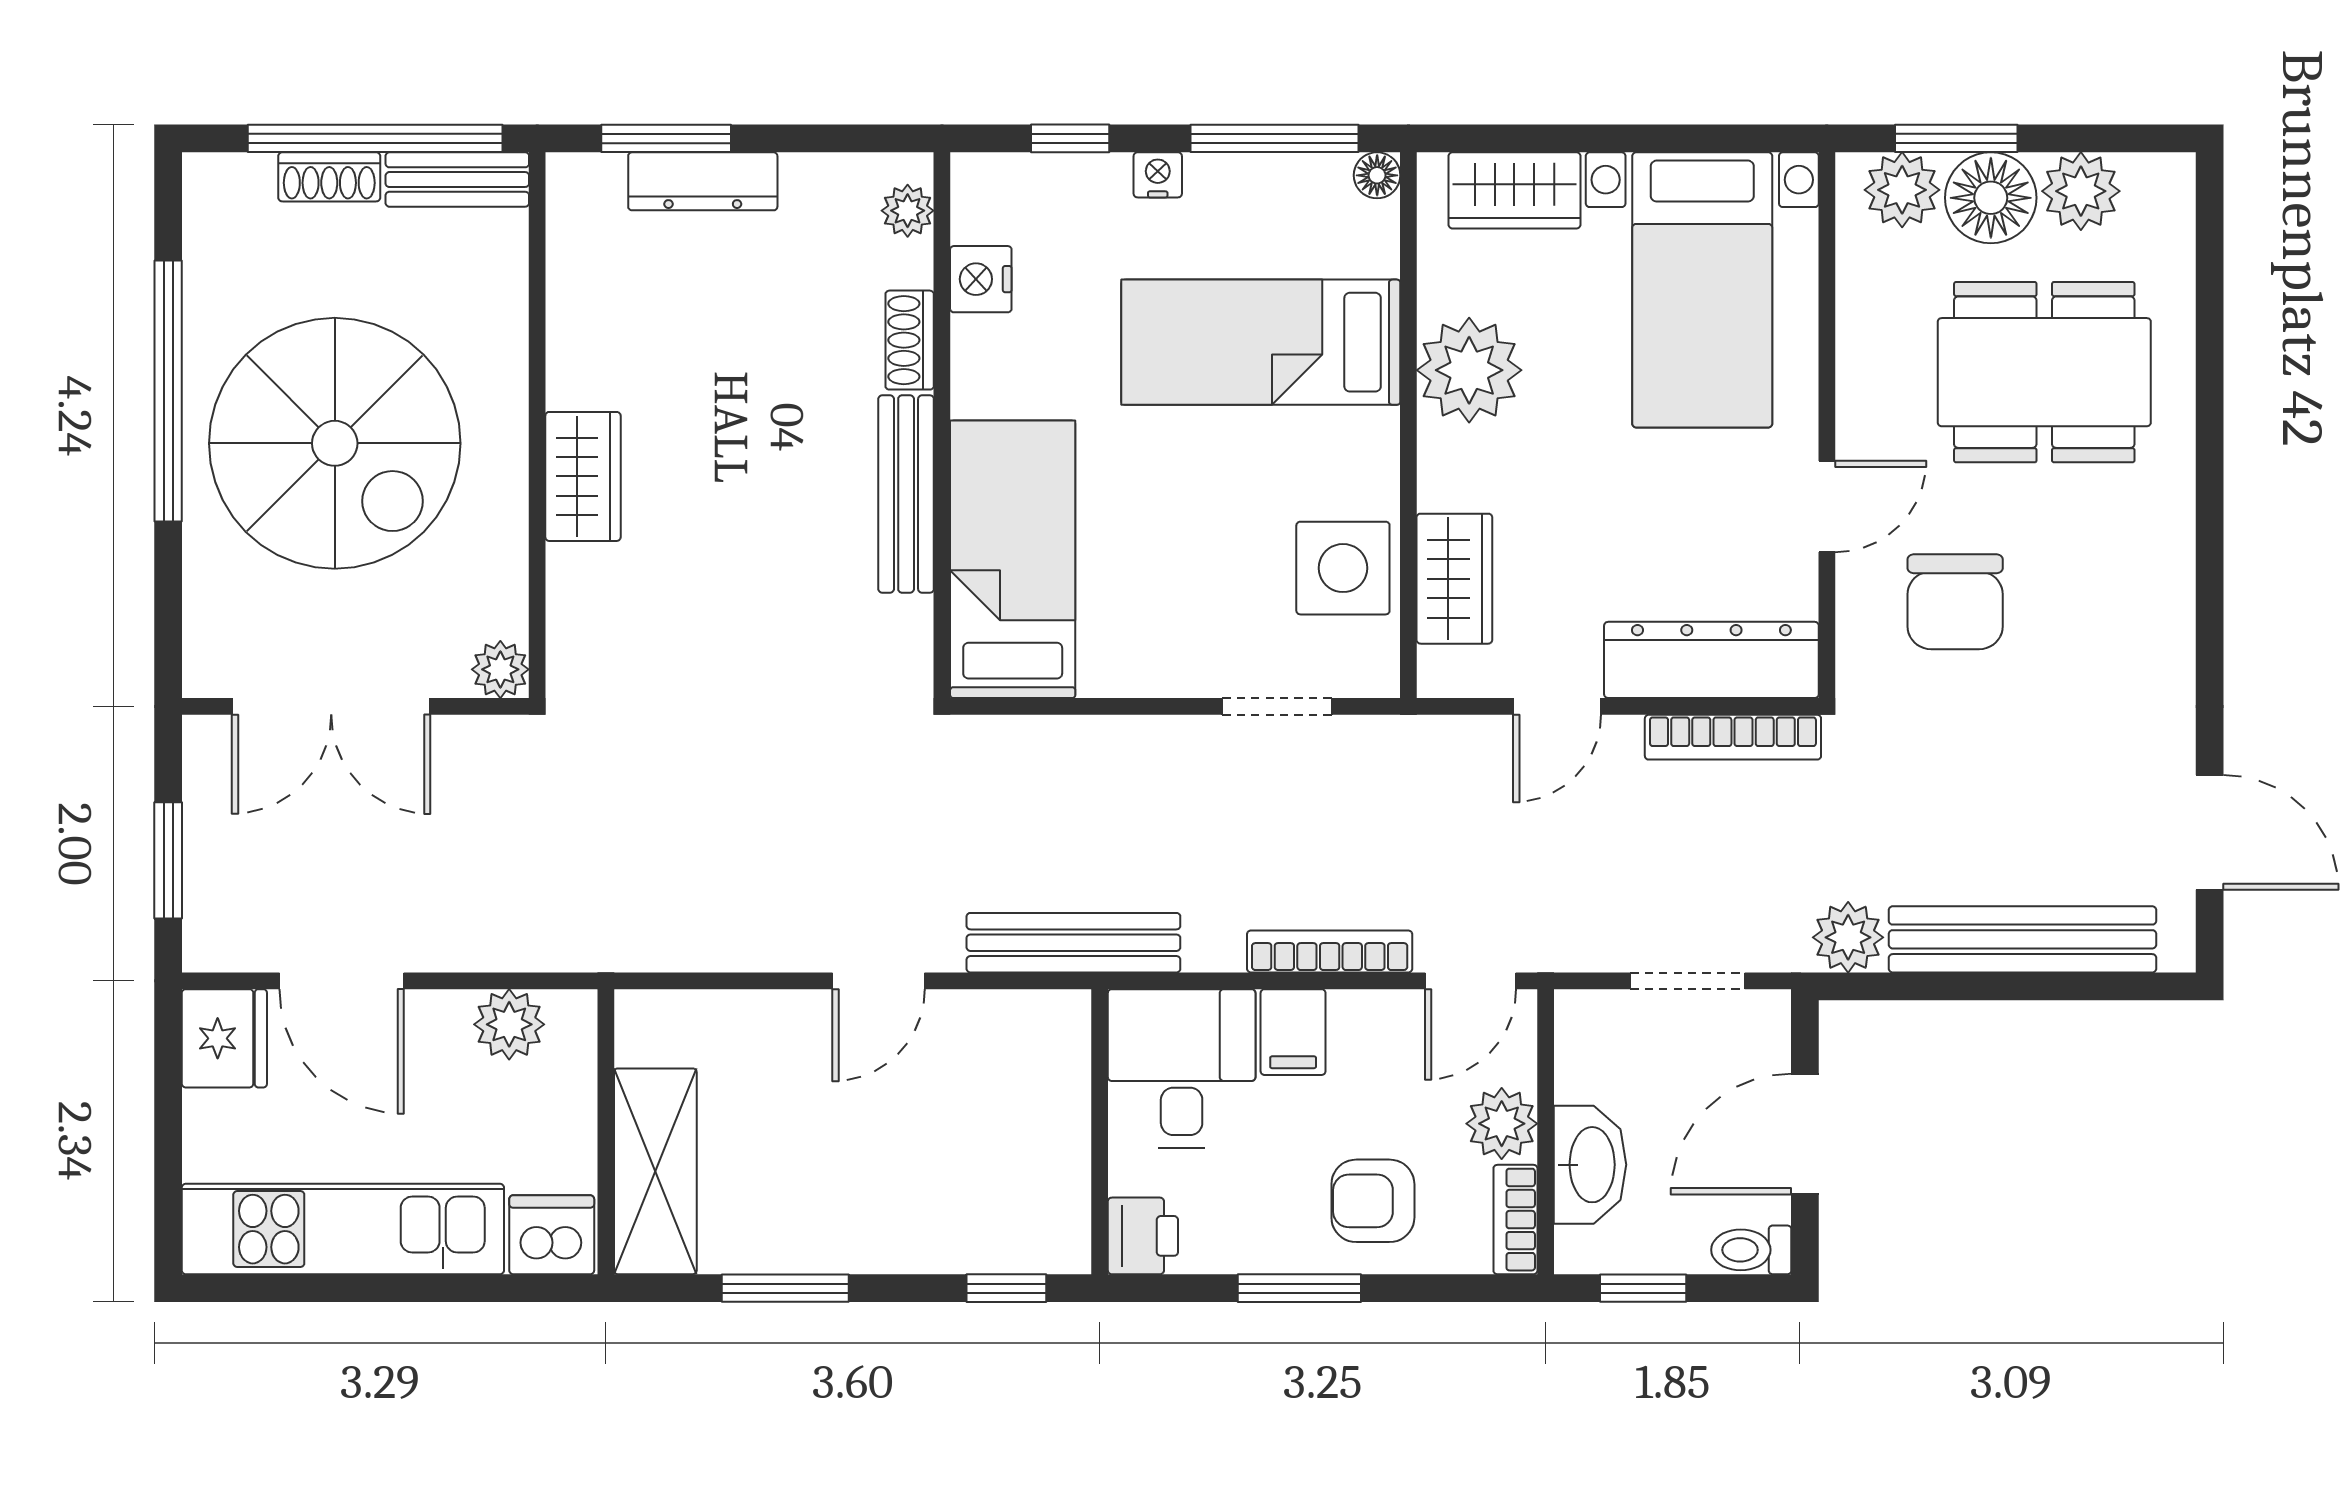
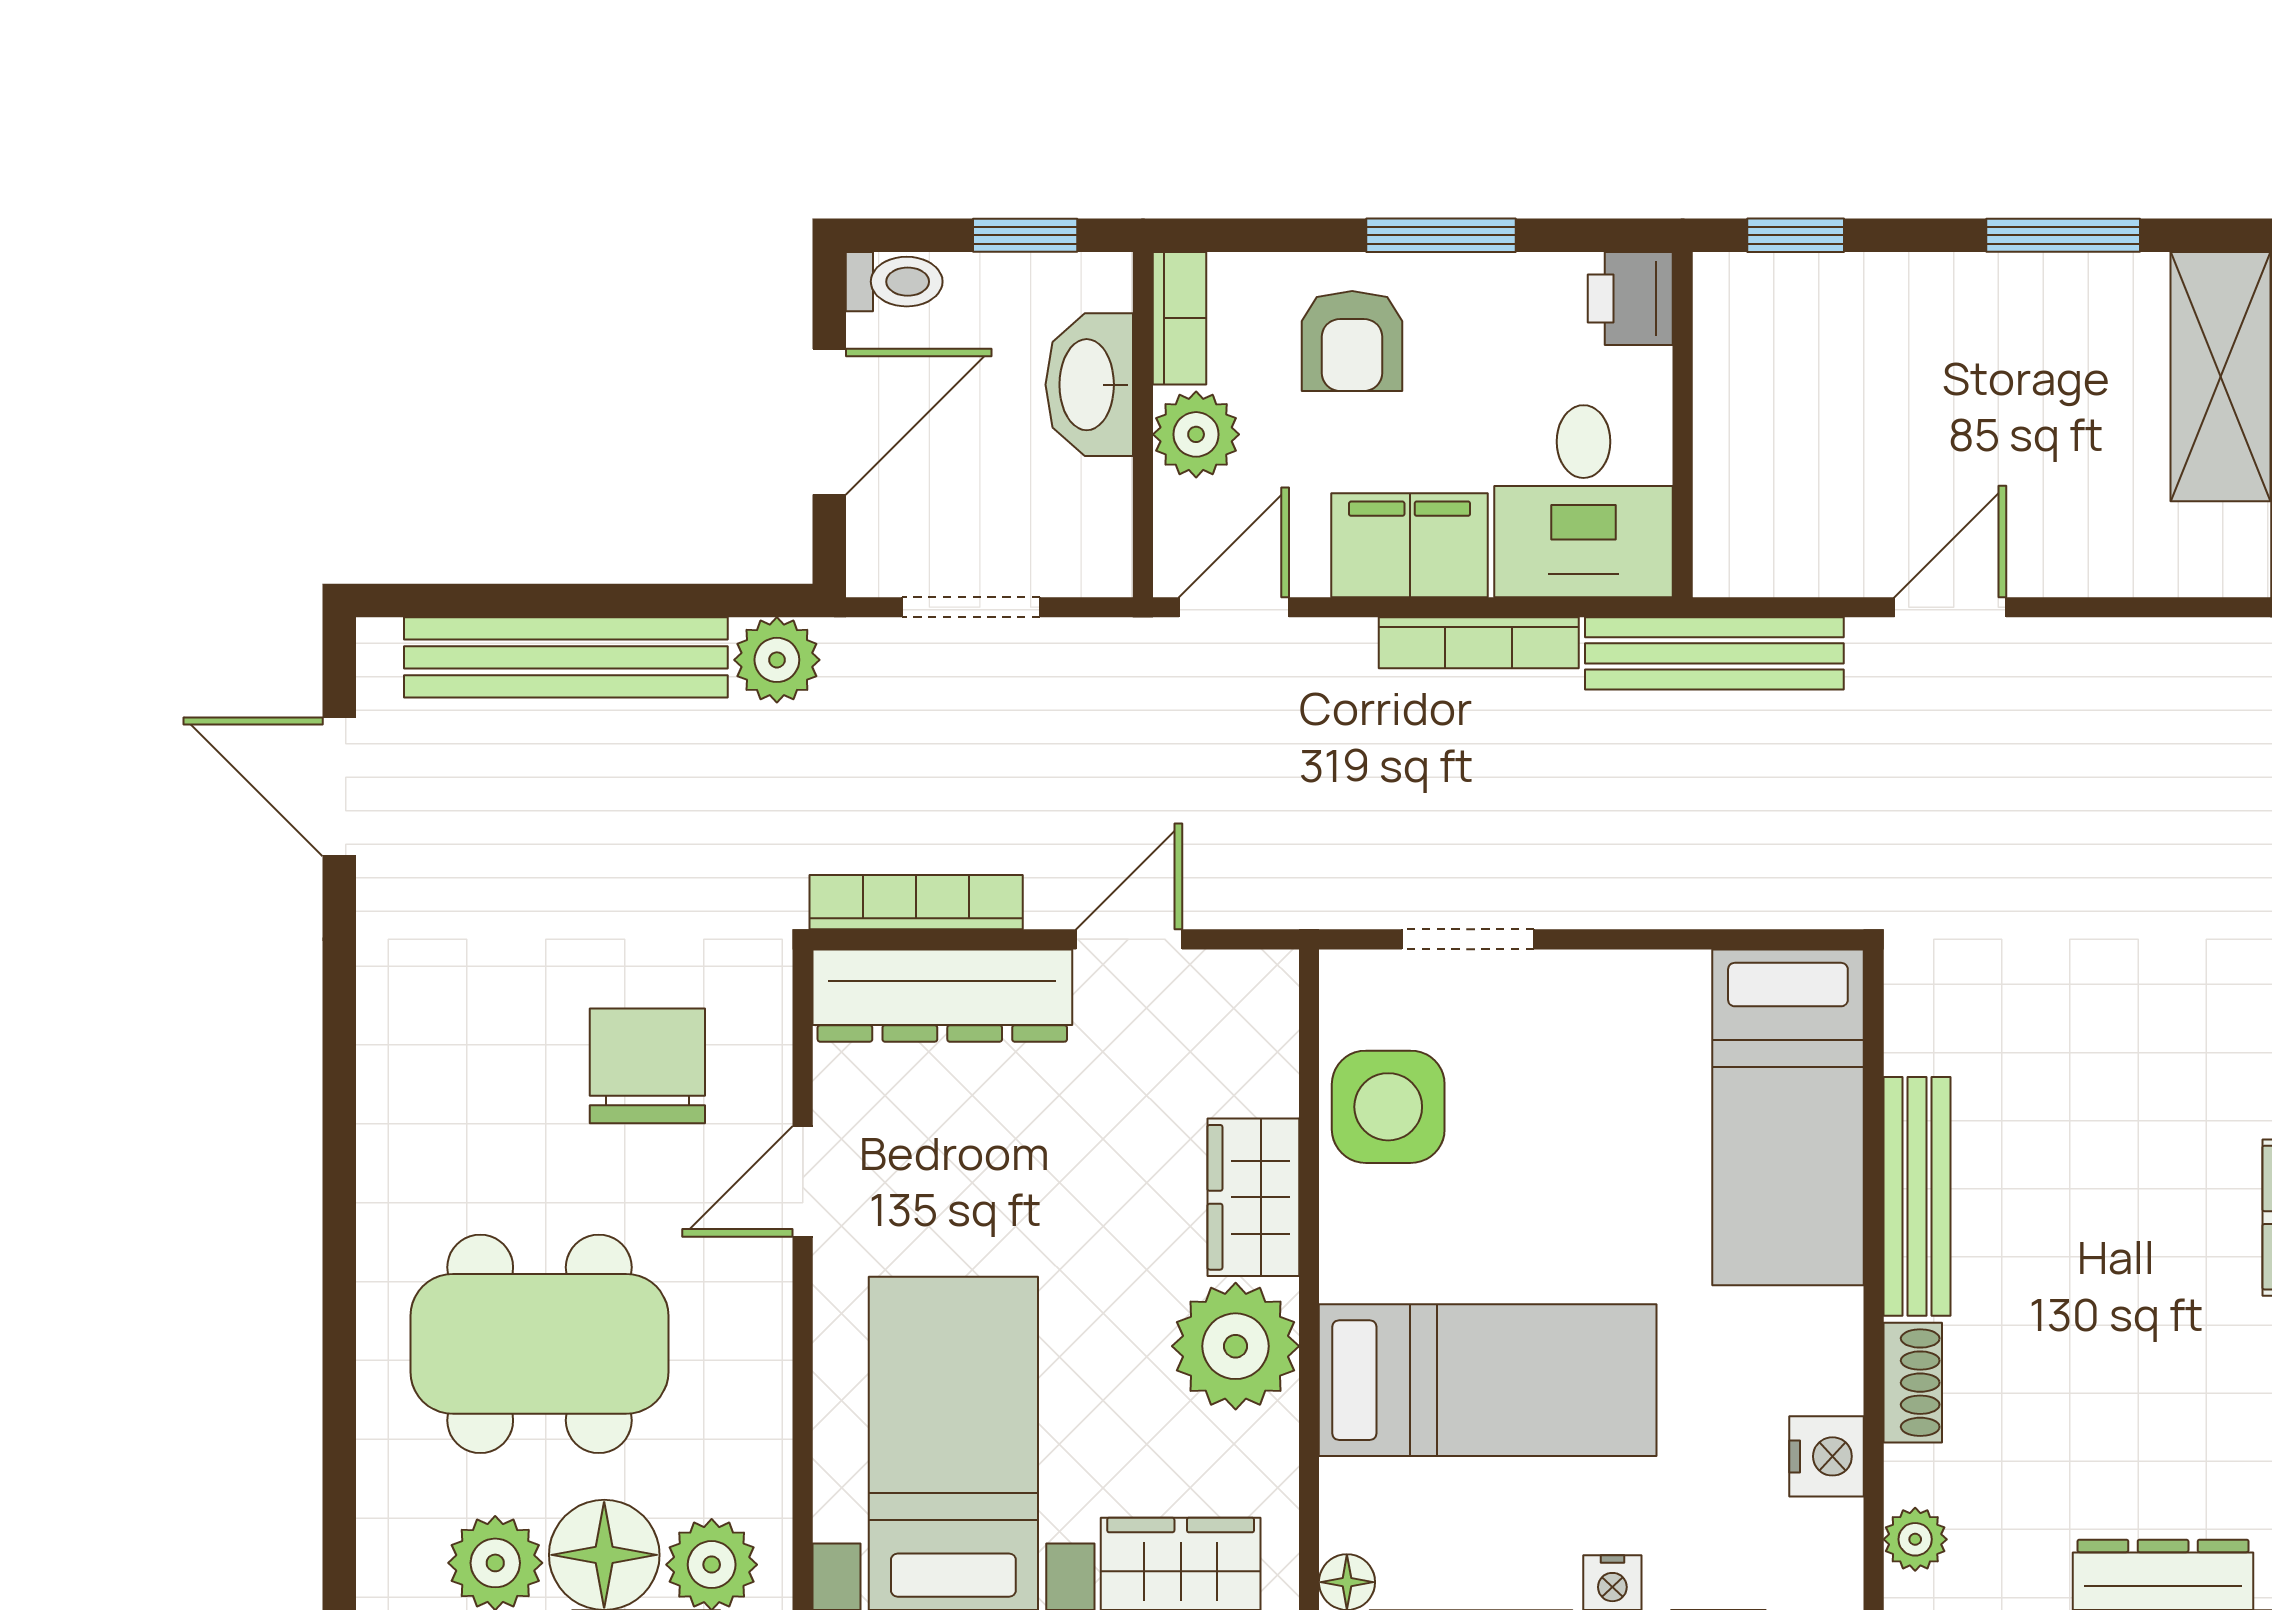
wardrobe: (1454, 579) -> (1253, 1197), moved
bookcase: (1330, 951) -> (1479, 643), moved
filing cabinet: (1293, 1032) -> (1410, 545), width x2.00
armchair: (1373, 1201) -> (1352, 341), turned 90

